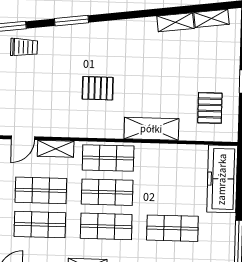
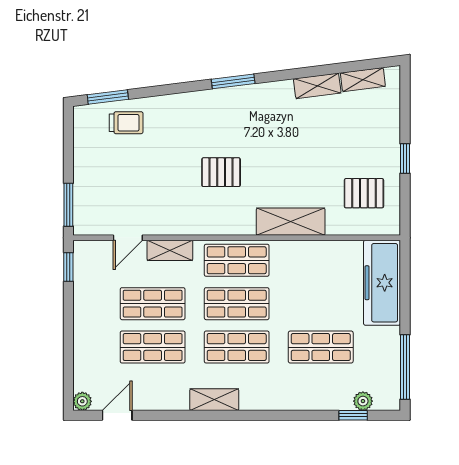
window: (72, 21) -> (233, 81), moved
pallet: (210, 108) -> (364, 193), turned 90

